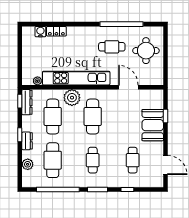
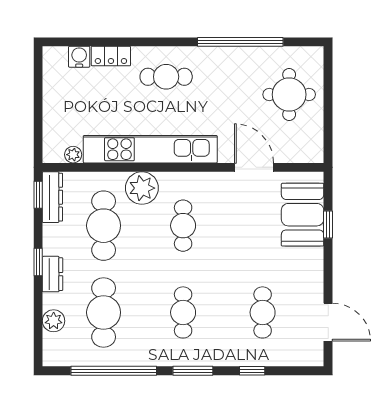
cafe table: (112, 47) -> (166, 77), moved
cafe table: (93, 117) -> (183, 226), width x0.73, depth x0.74
booth: (153, 125) -> (303, 215), moved

